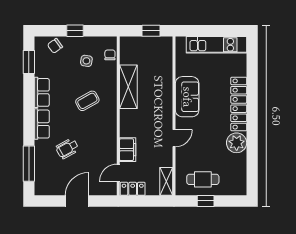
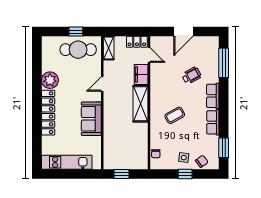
side table: (86, 61) -> (184, 158), moved
shelving: (128, 87) -> (140, 104), moved
door: (118, 173) -> (149, 55), hinge flipped
cafe table: (203, 179) -> (78, 50), width x1.37, depth x1.35

